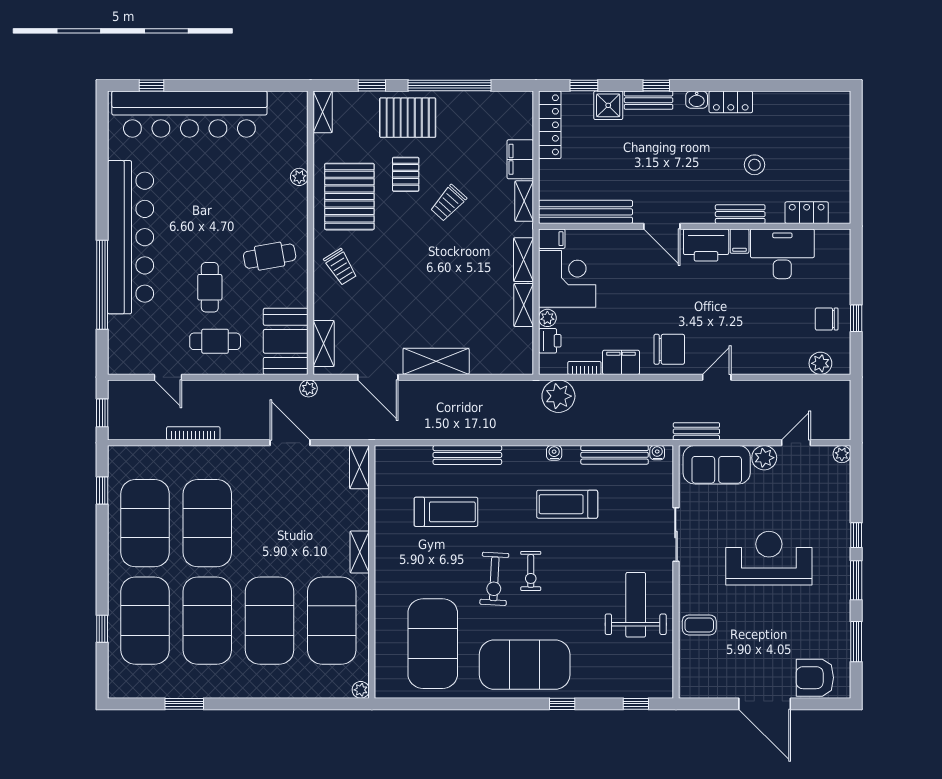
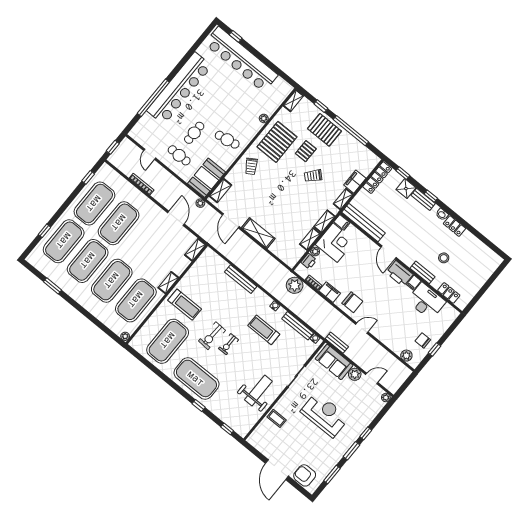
treadmill: (446, 512) -> (185, 305), moved

